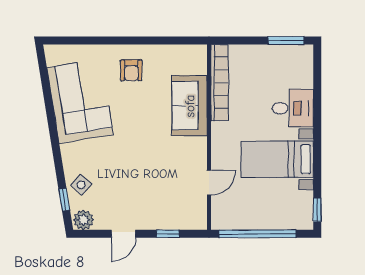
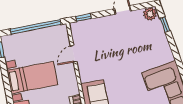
side table: (81, 185) -> (156, 36), removed
window: (168, 234) -> (84, 17), moved

